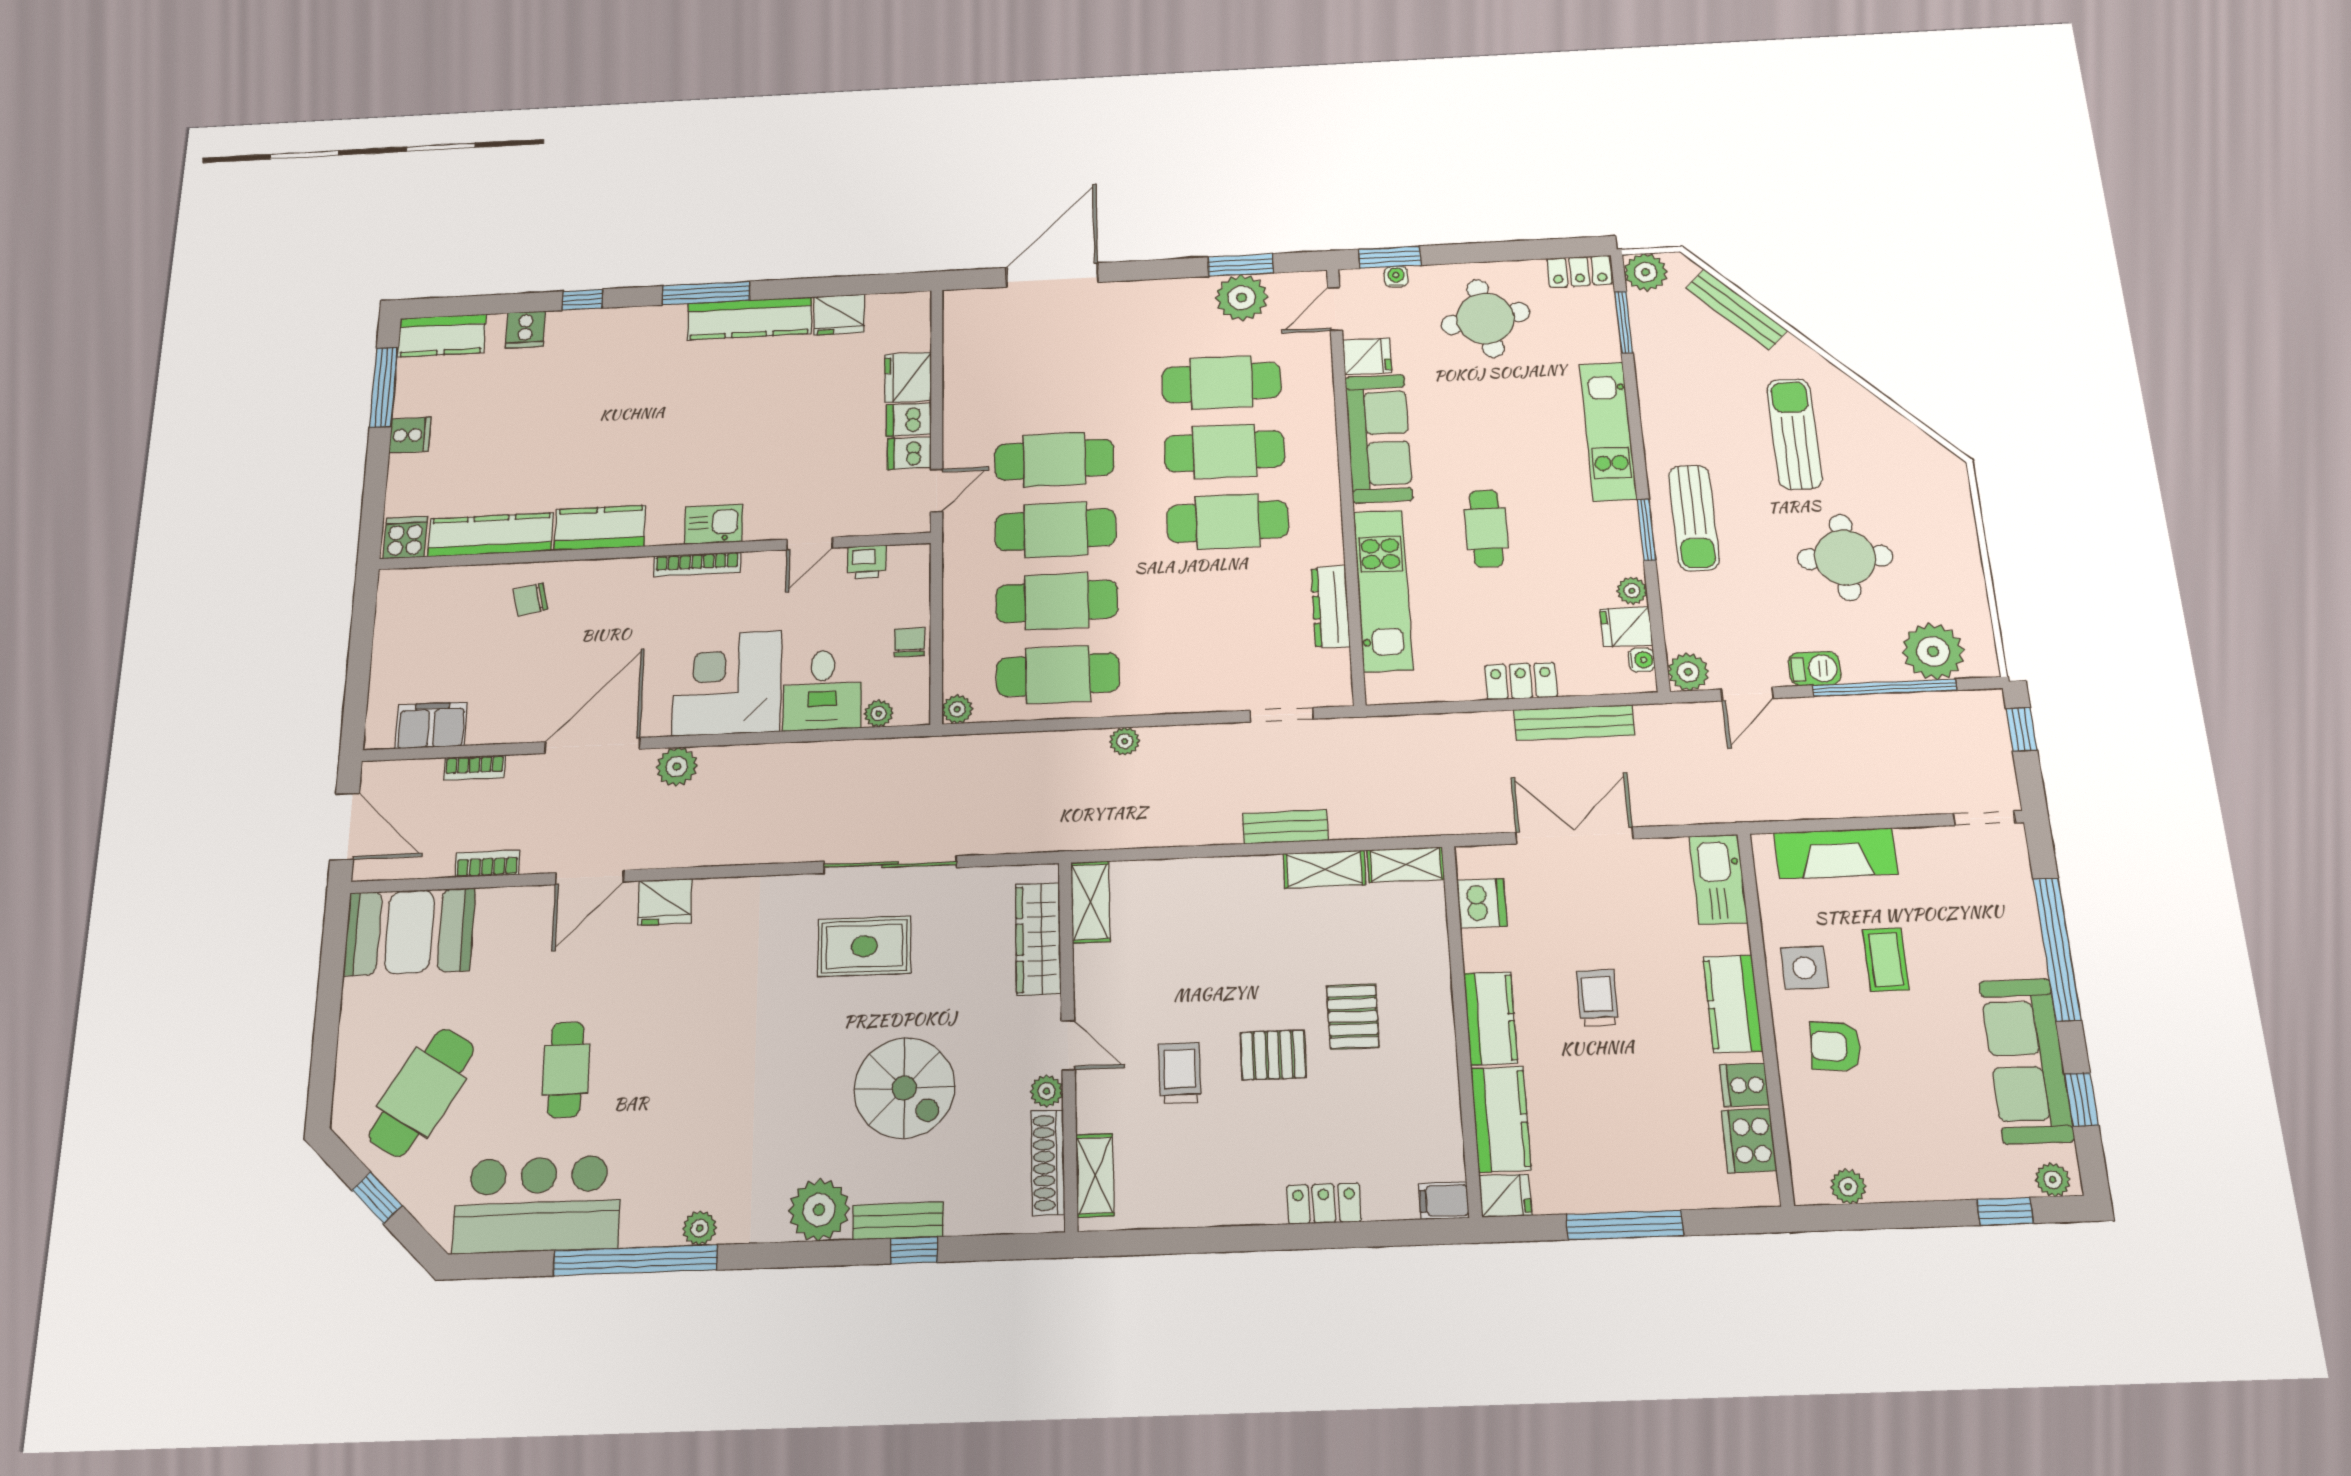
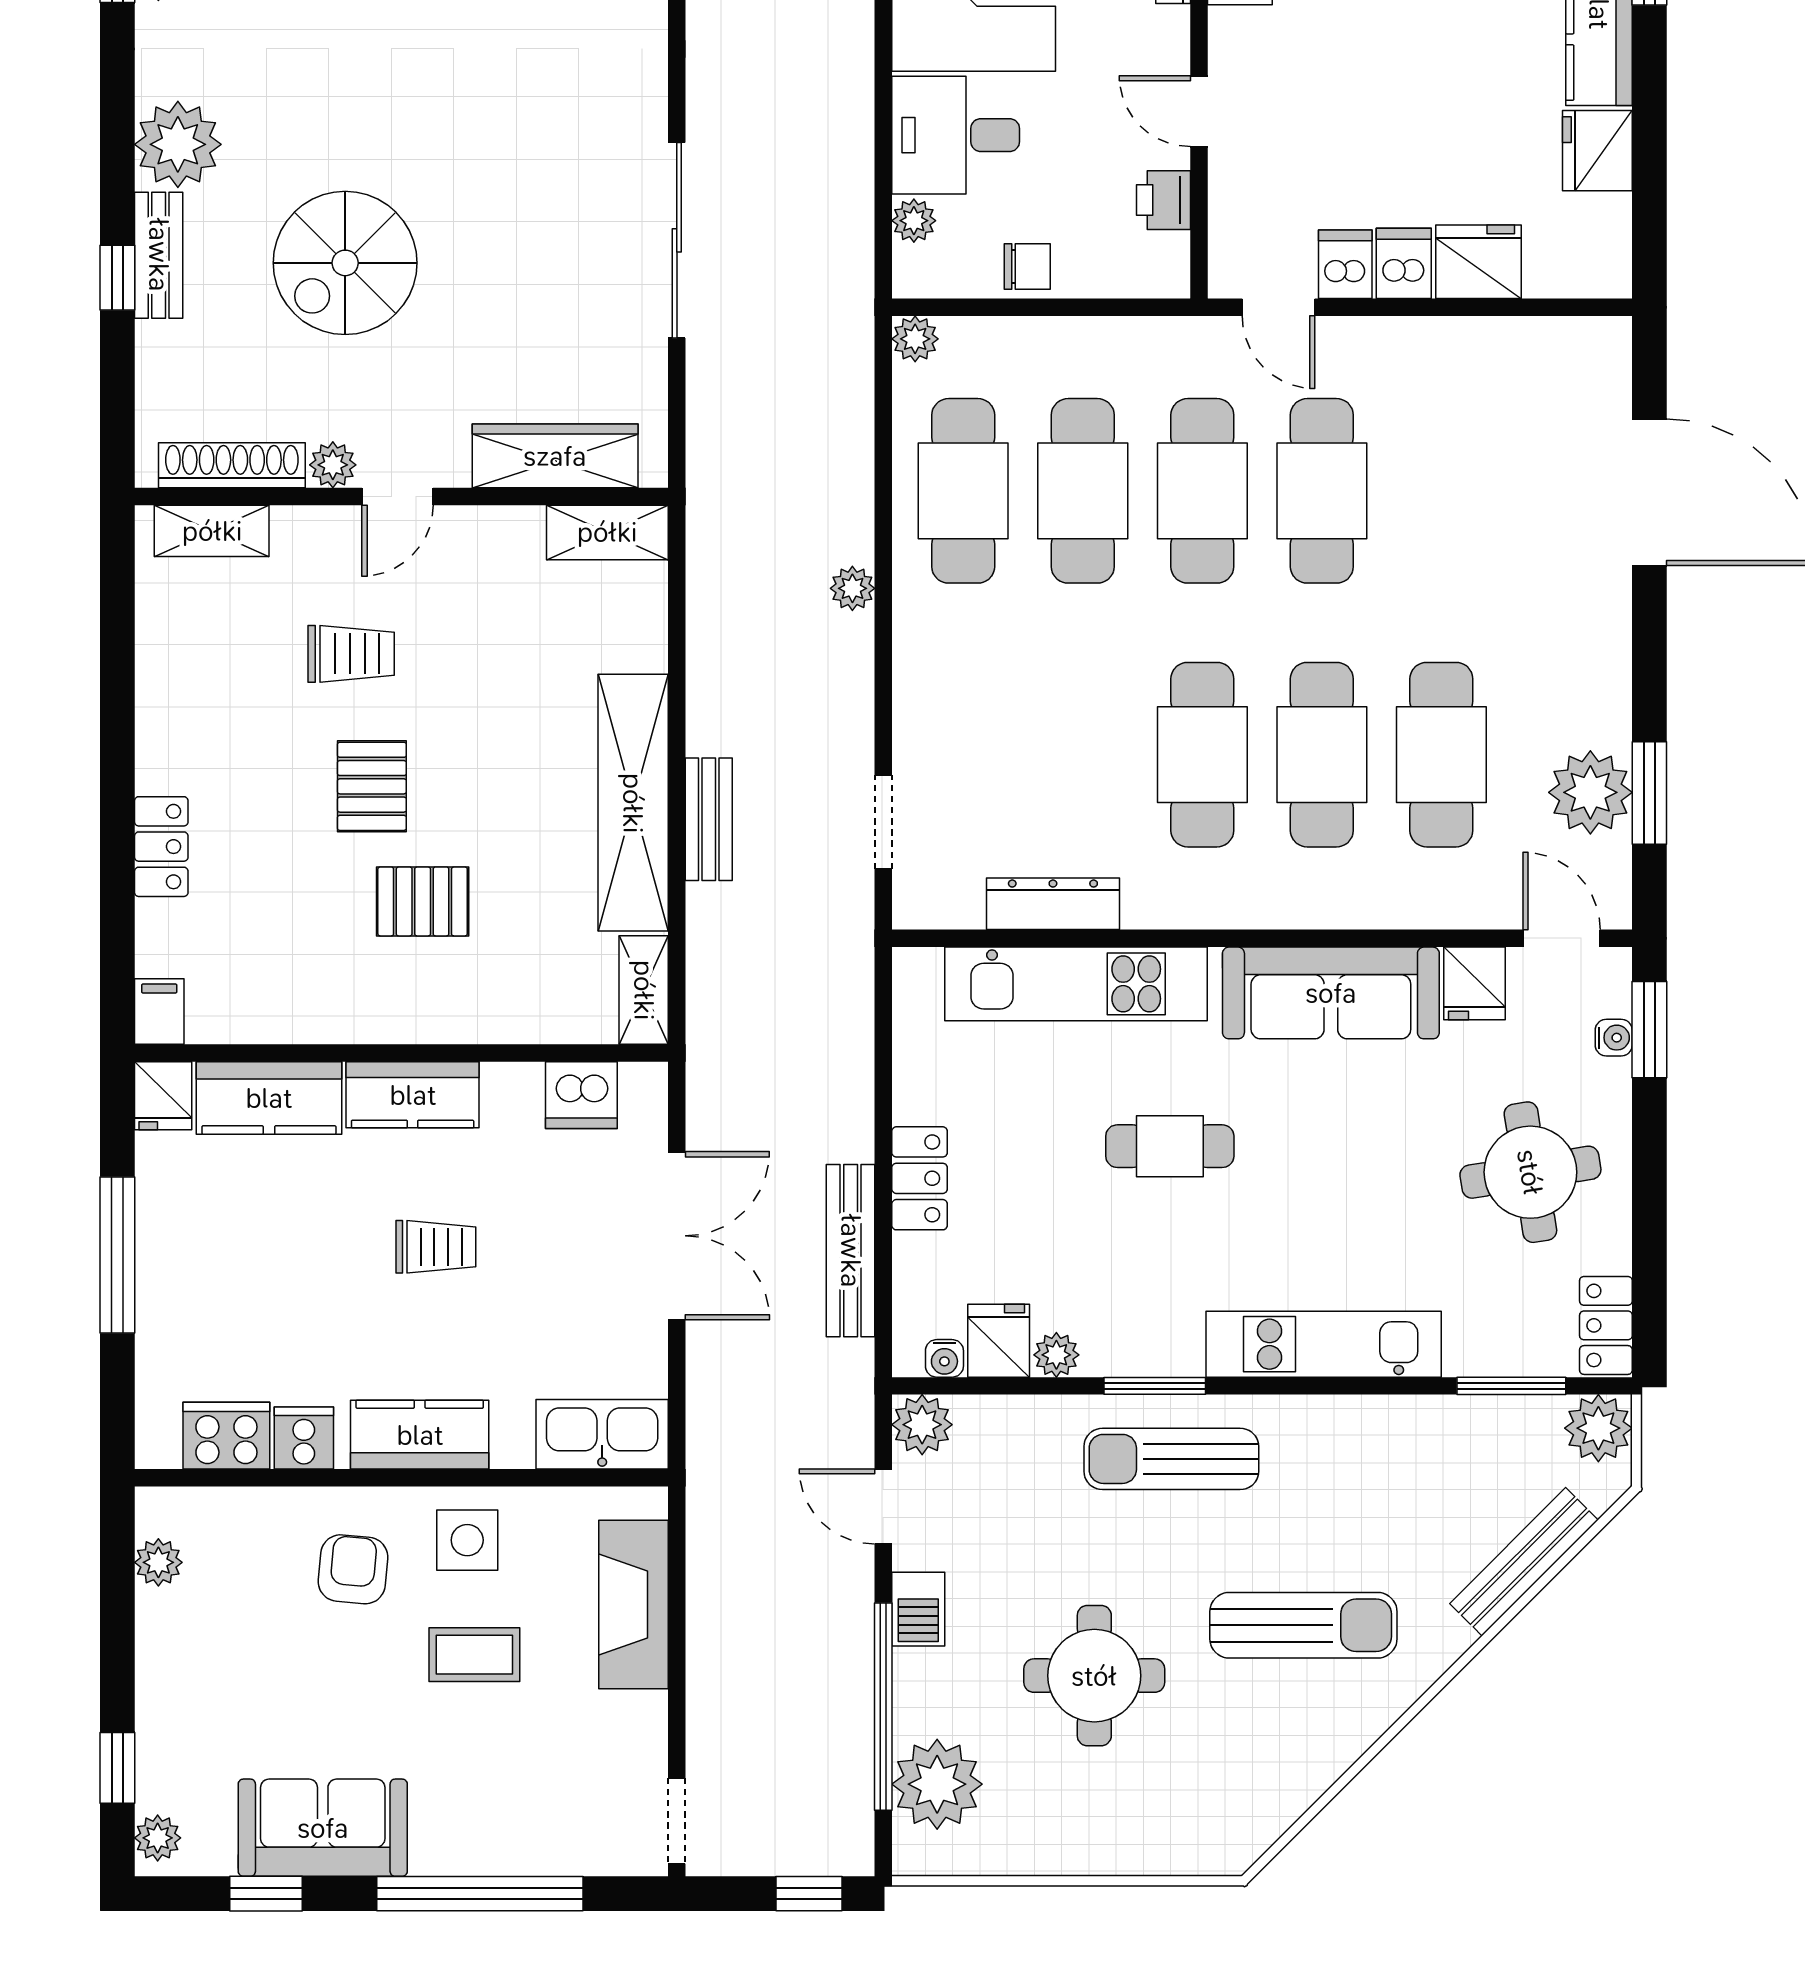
shelving: (1324, 869) -> (633, 803), width x2.20, depth x1.33
rug: (864, 946) -> (555, 203), removed
sofa: (2027, 1061) -> (323, 1828), width x0.73

